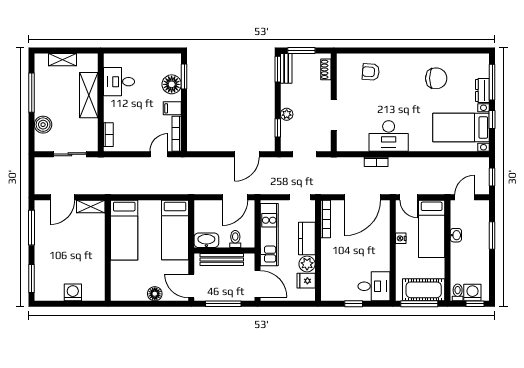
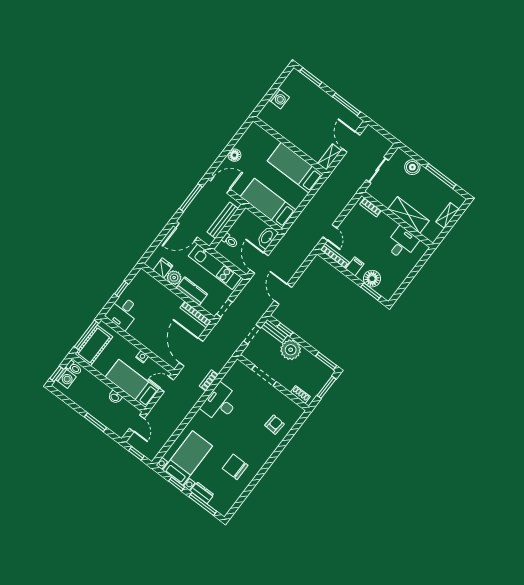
bench: (286, 68) -> (274, 331), moved
chair: (436, 78) -> (235, 467), turned 90
plant: (287, 114) -> (291, 350), width x1.88, depth x1.88
washbasin: (206, 240) -> (267, 237), moved, turned 180

